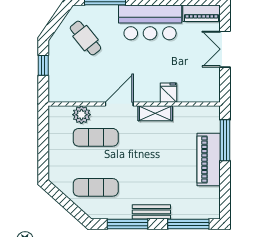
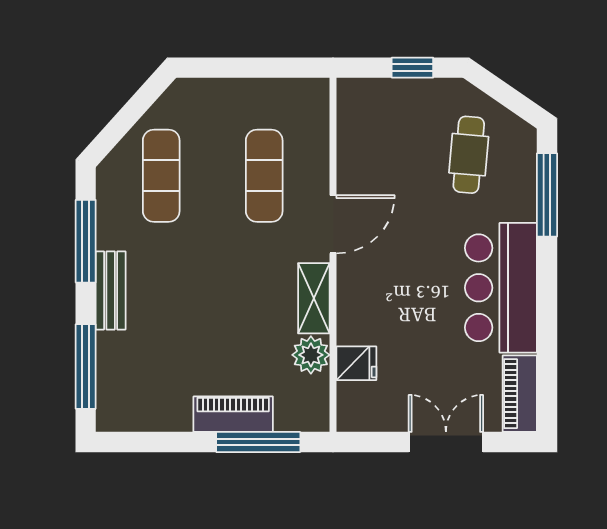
cafe table: (85, 38) -> (469, 155), turned -46
fridge: (169, 93) -> (356, 363), moved
door: (119, 104) -> (333, 224), hinge flipped
plant: (81, 115) -> (311, 355), moved
piano: (209, 160) -> (233, 414), width x0.73, depth x0.75

